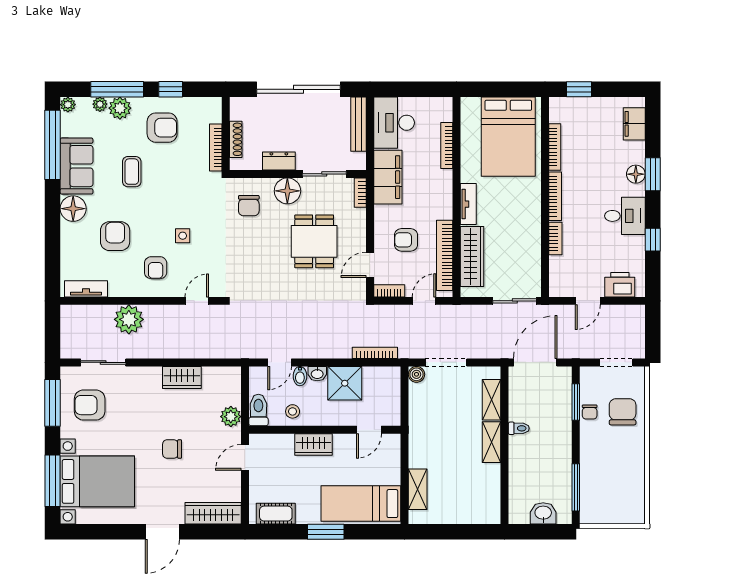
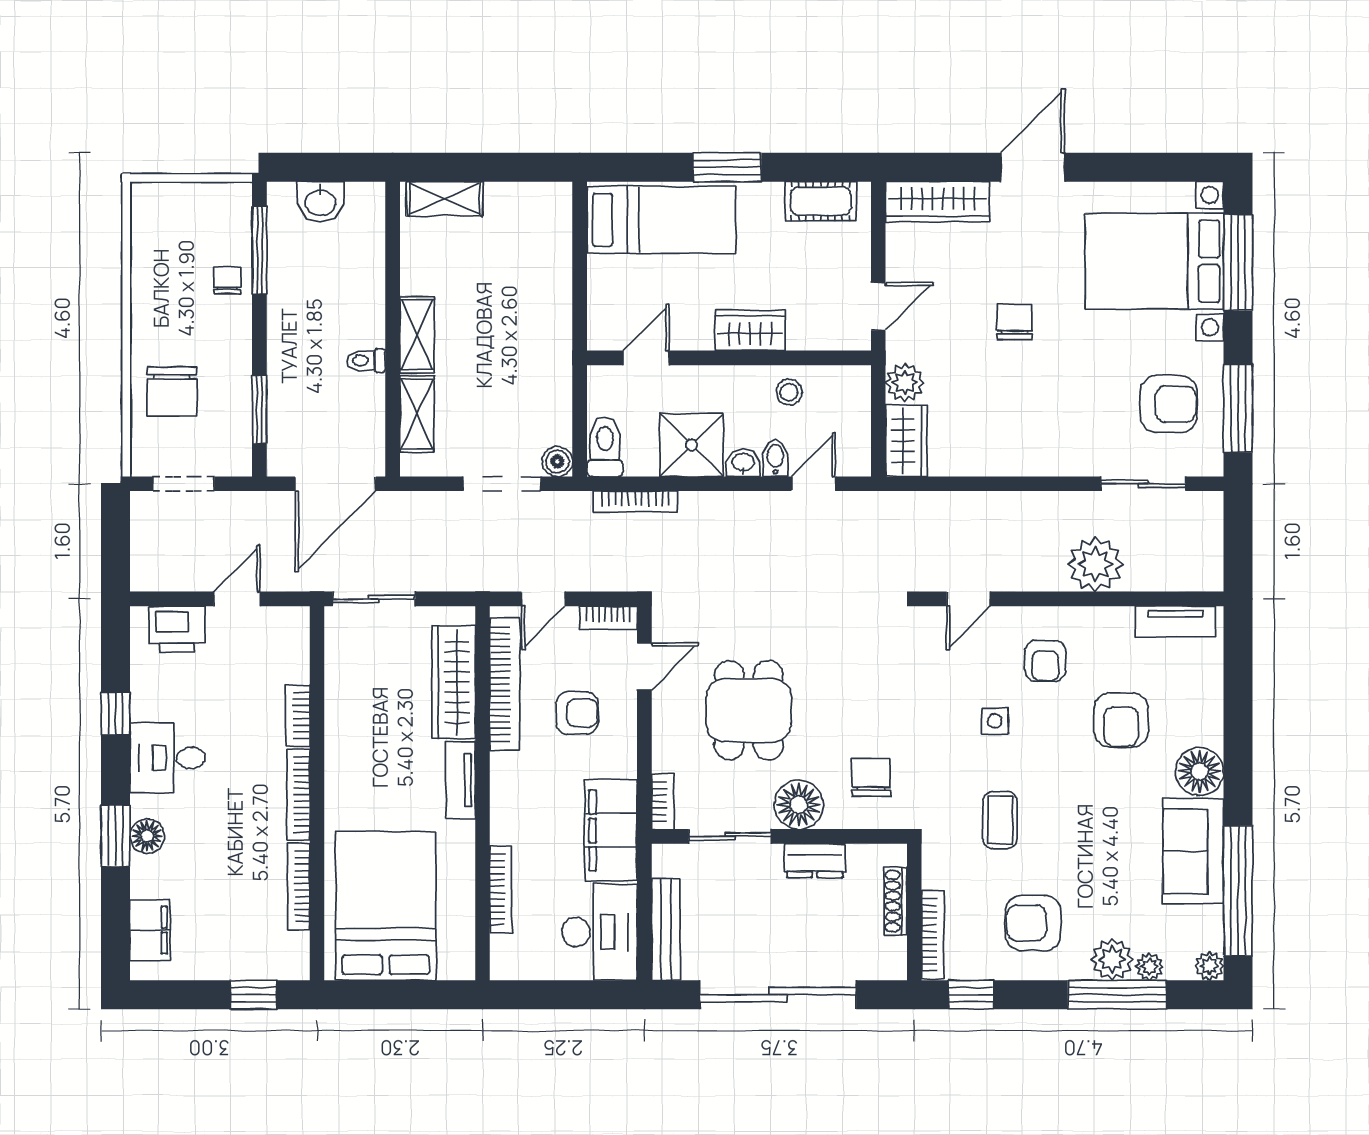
window: (171, 89) -> (971, 995), moved
bookcase: (216, 147) -> (933, 935), moved
coffee table: (132, 172) -> (1000, 820), moved
armchair: (156, 268) -> (1045, 661), turned 180
wardrobe: (182, 377) -> (906, 441), moved, turned 90
toilet: (258, 410) -> (605, 447), moved, turned 180
chair: (590, 412) -> (227, 280), moved
chair: (172, 449) -> (1014, 322), turned -90
shelving: (418, 489) -> (445, 199), moved, turned 90

